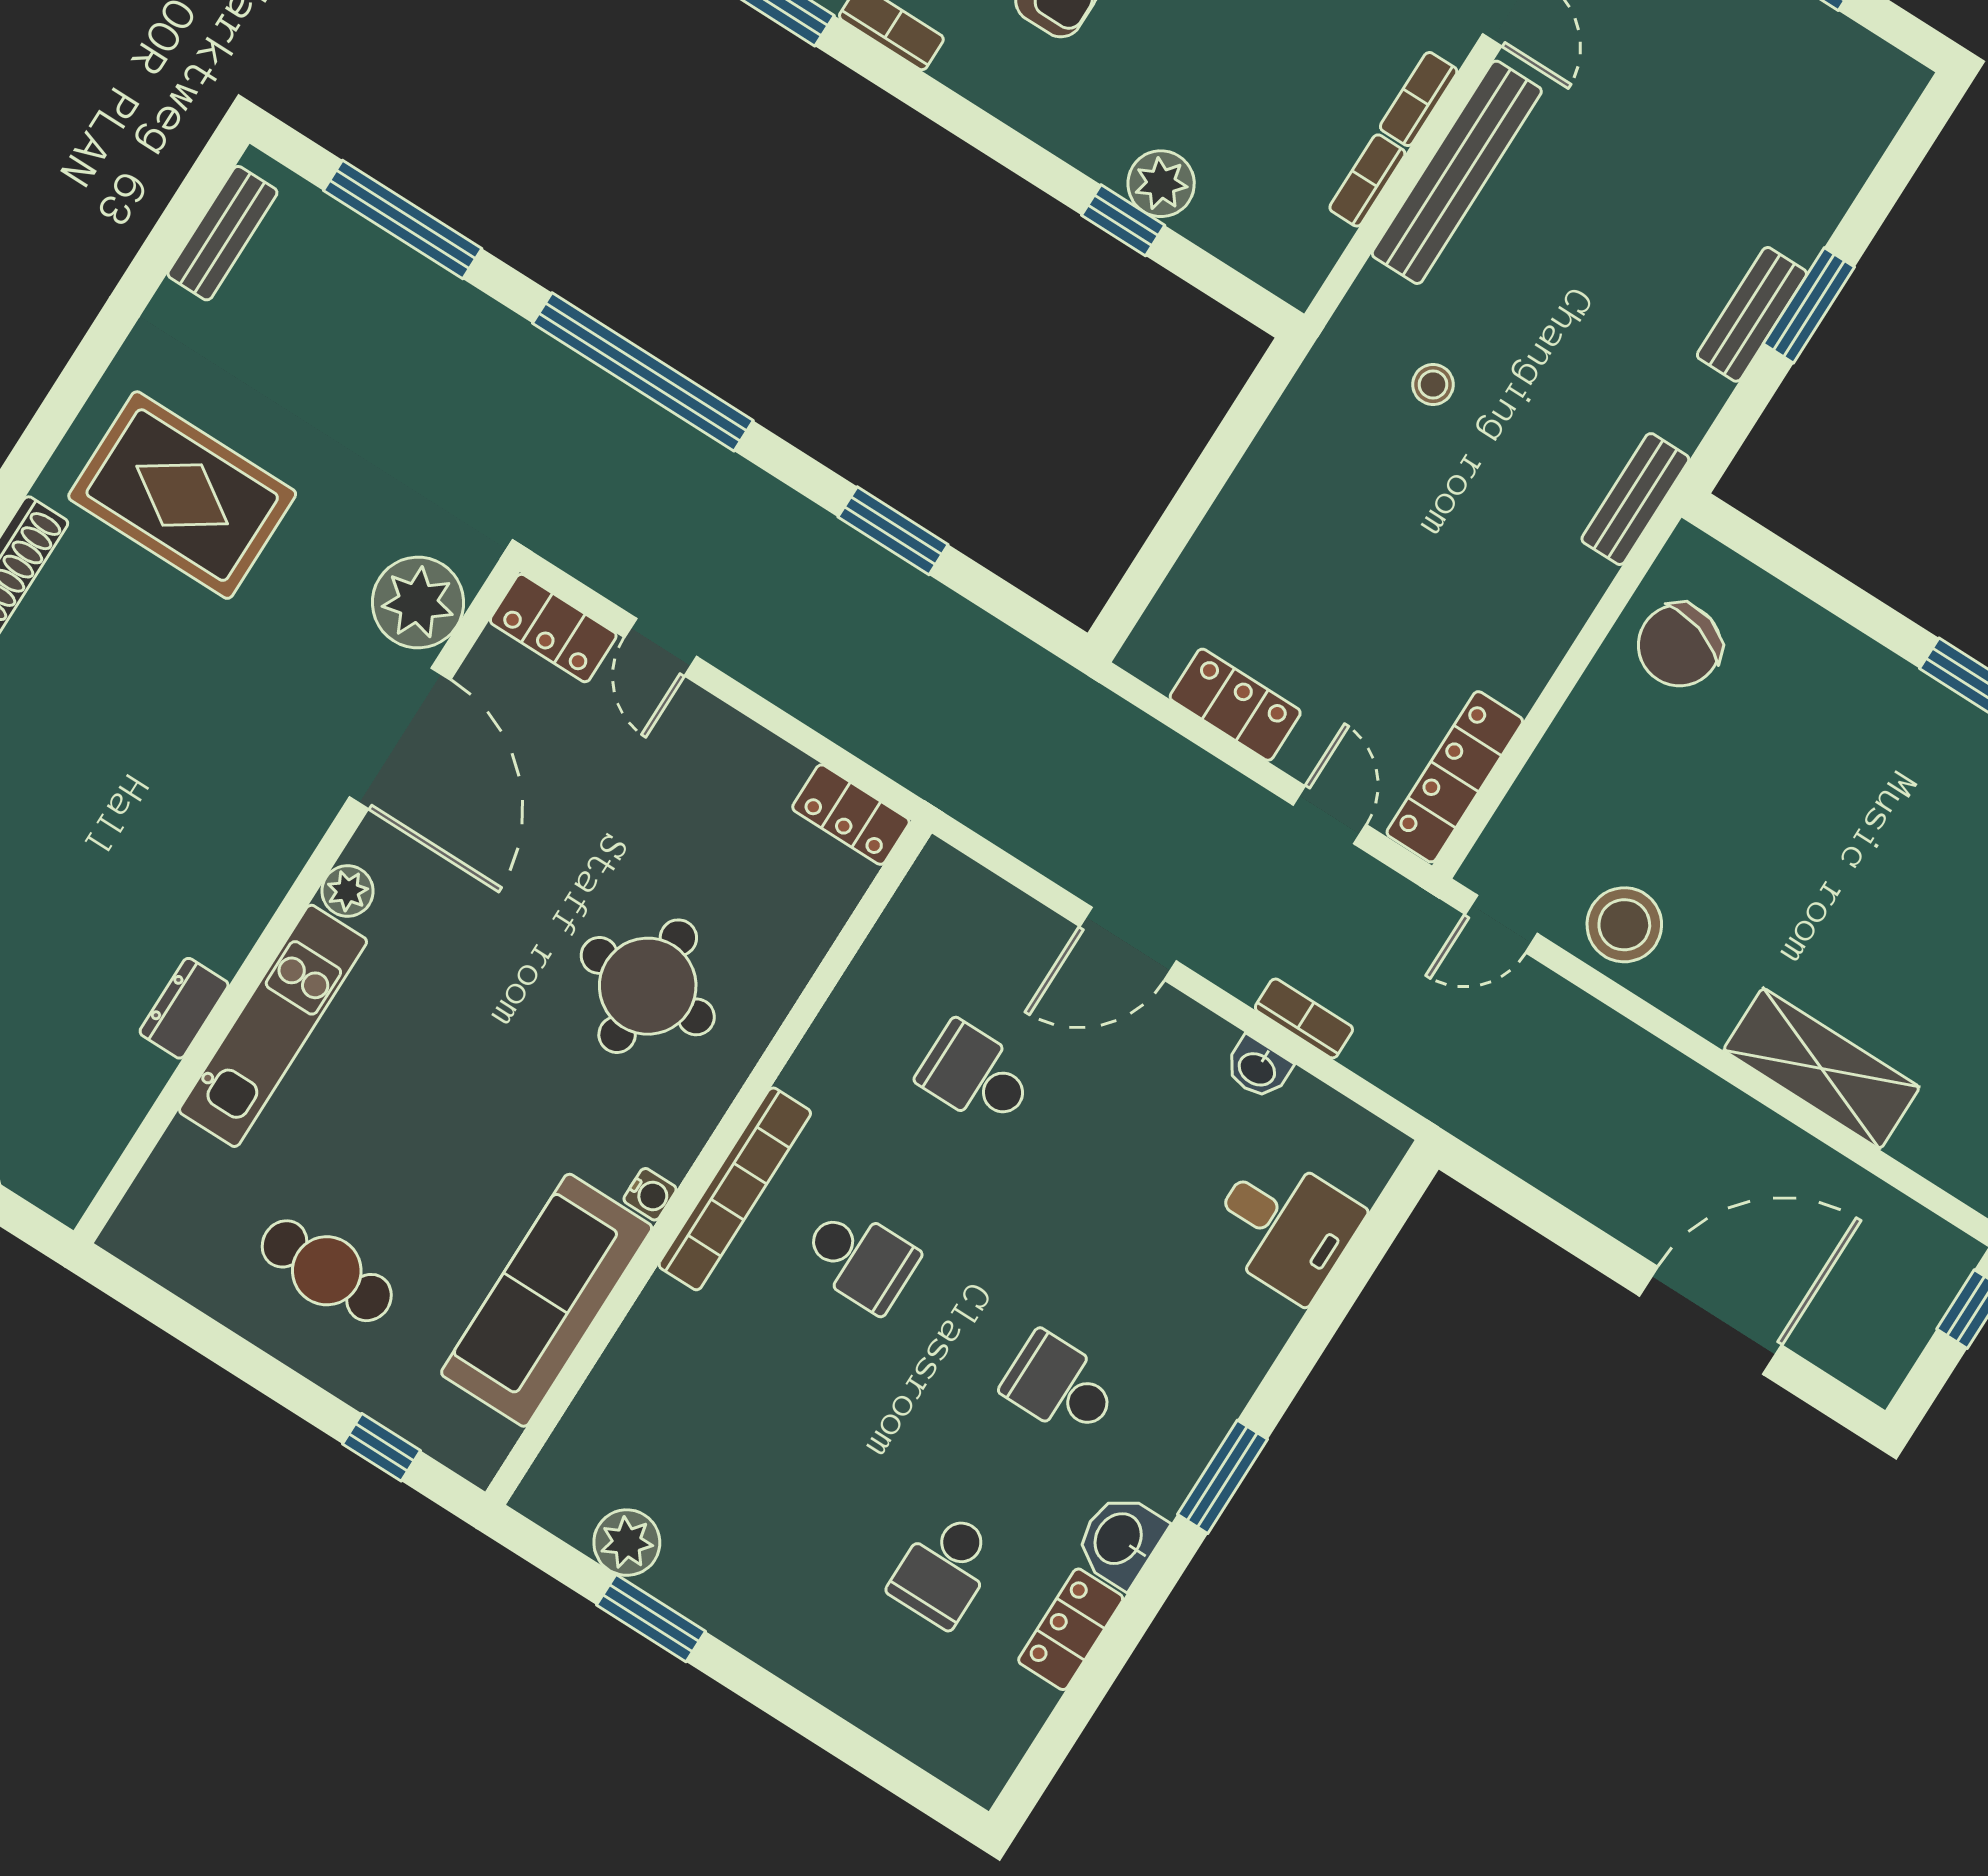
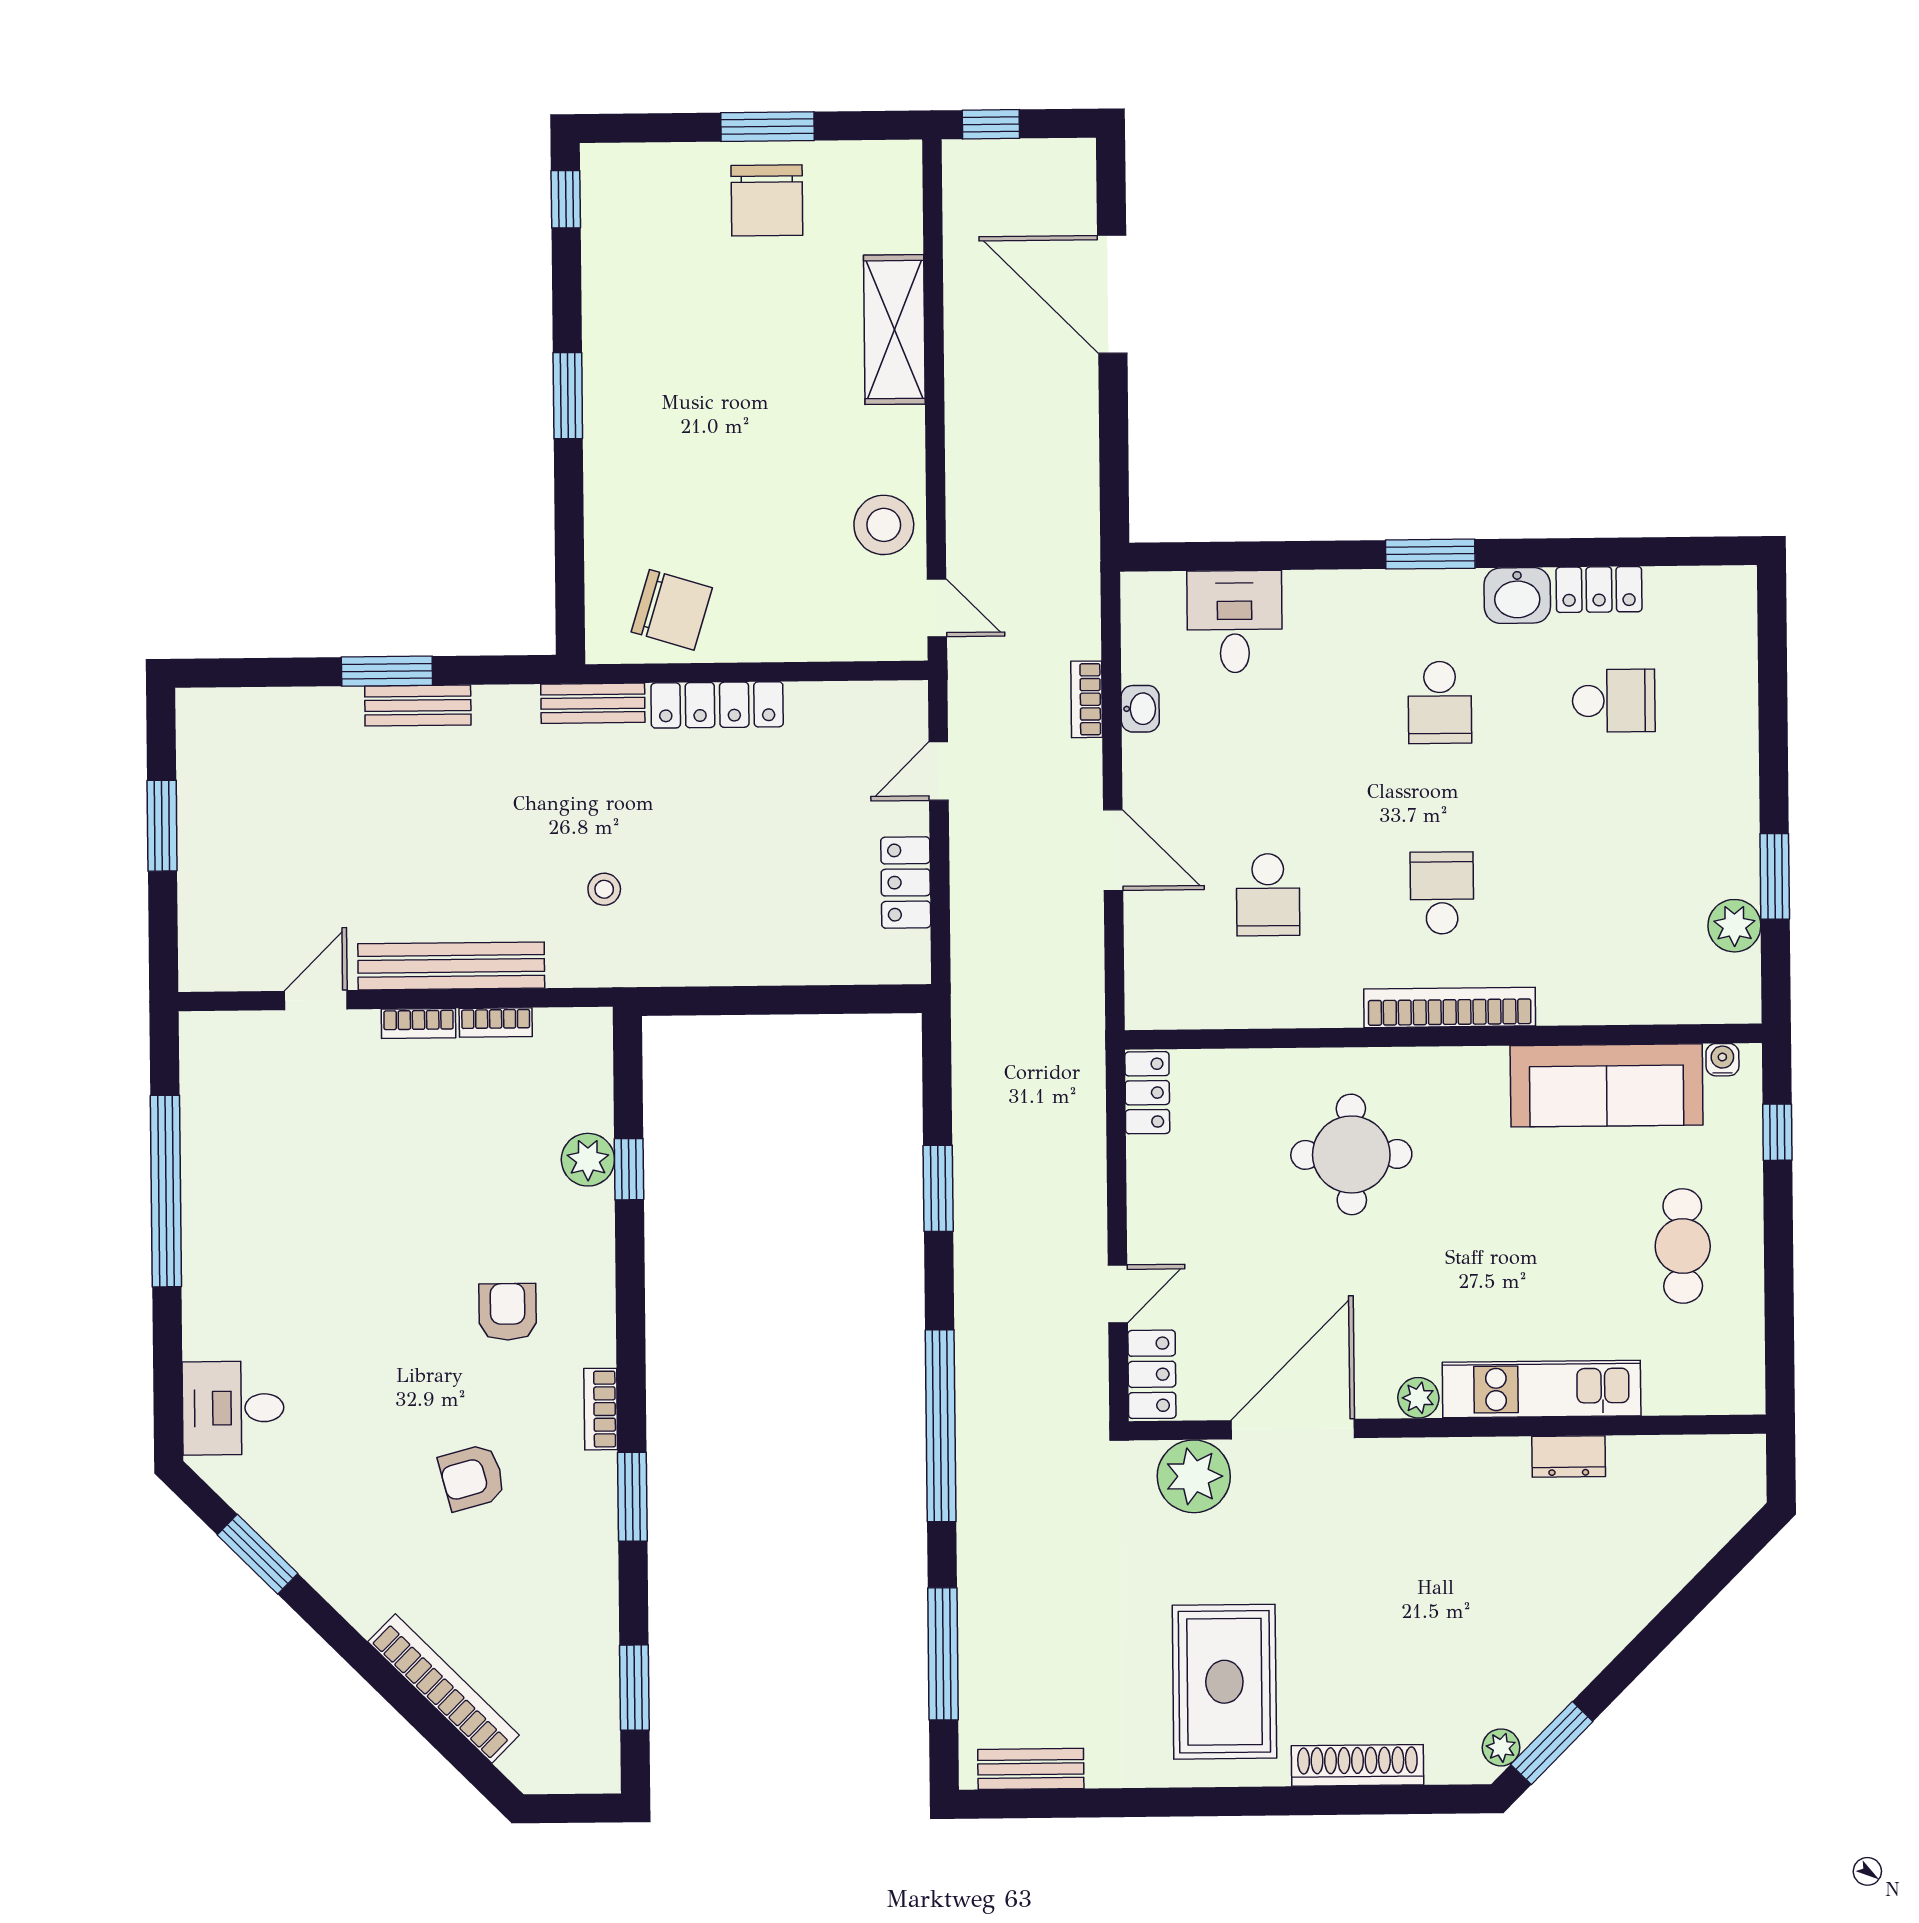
locker: (1455, 777) -> (717, 705), moved
water cooler: (650, 1194) -> (1722, 1060), moved

